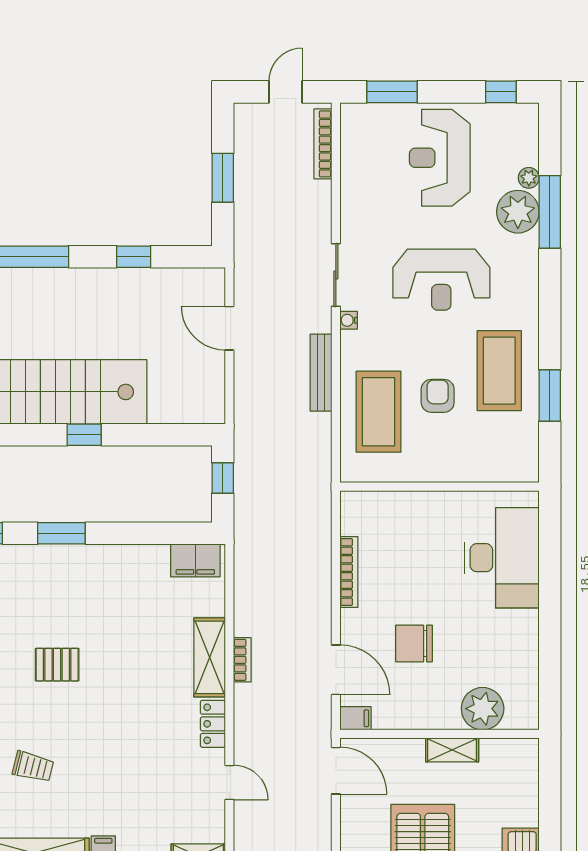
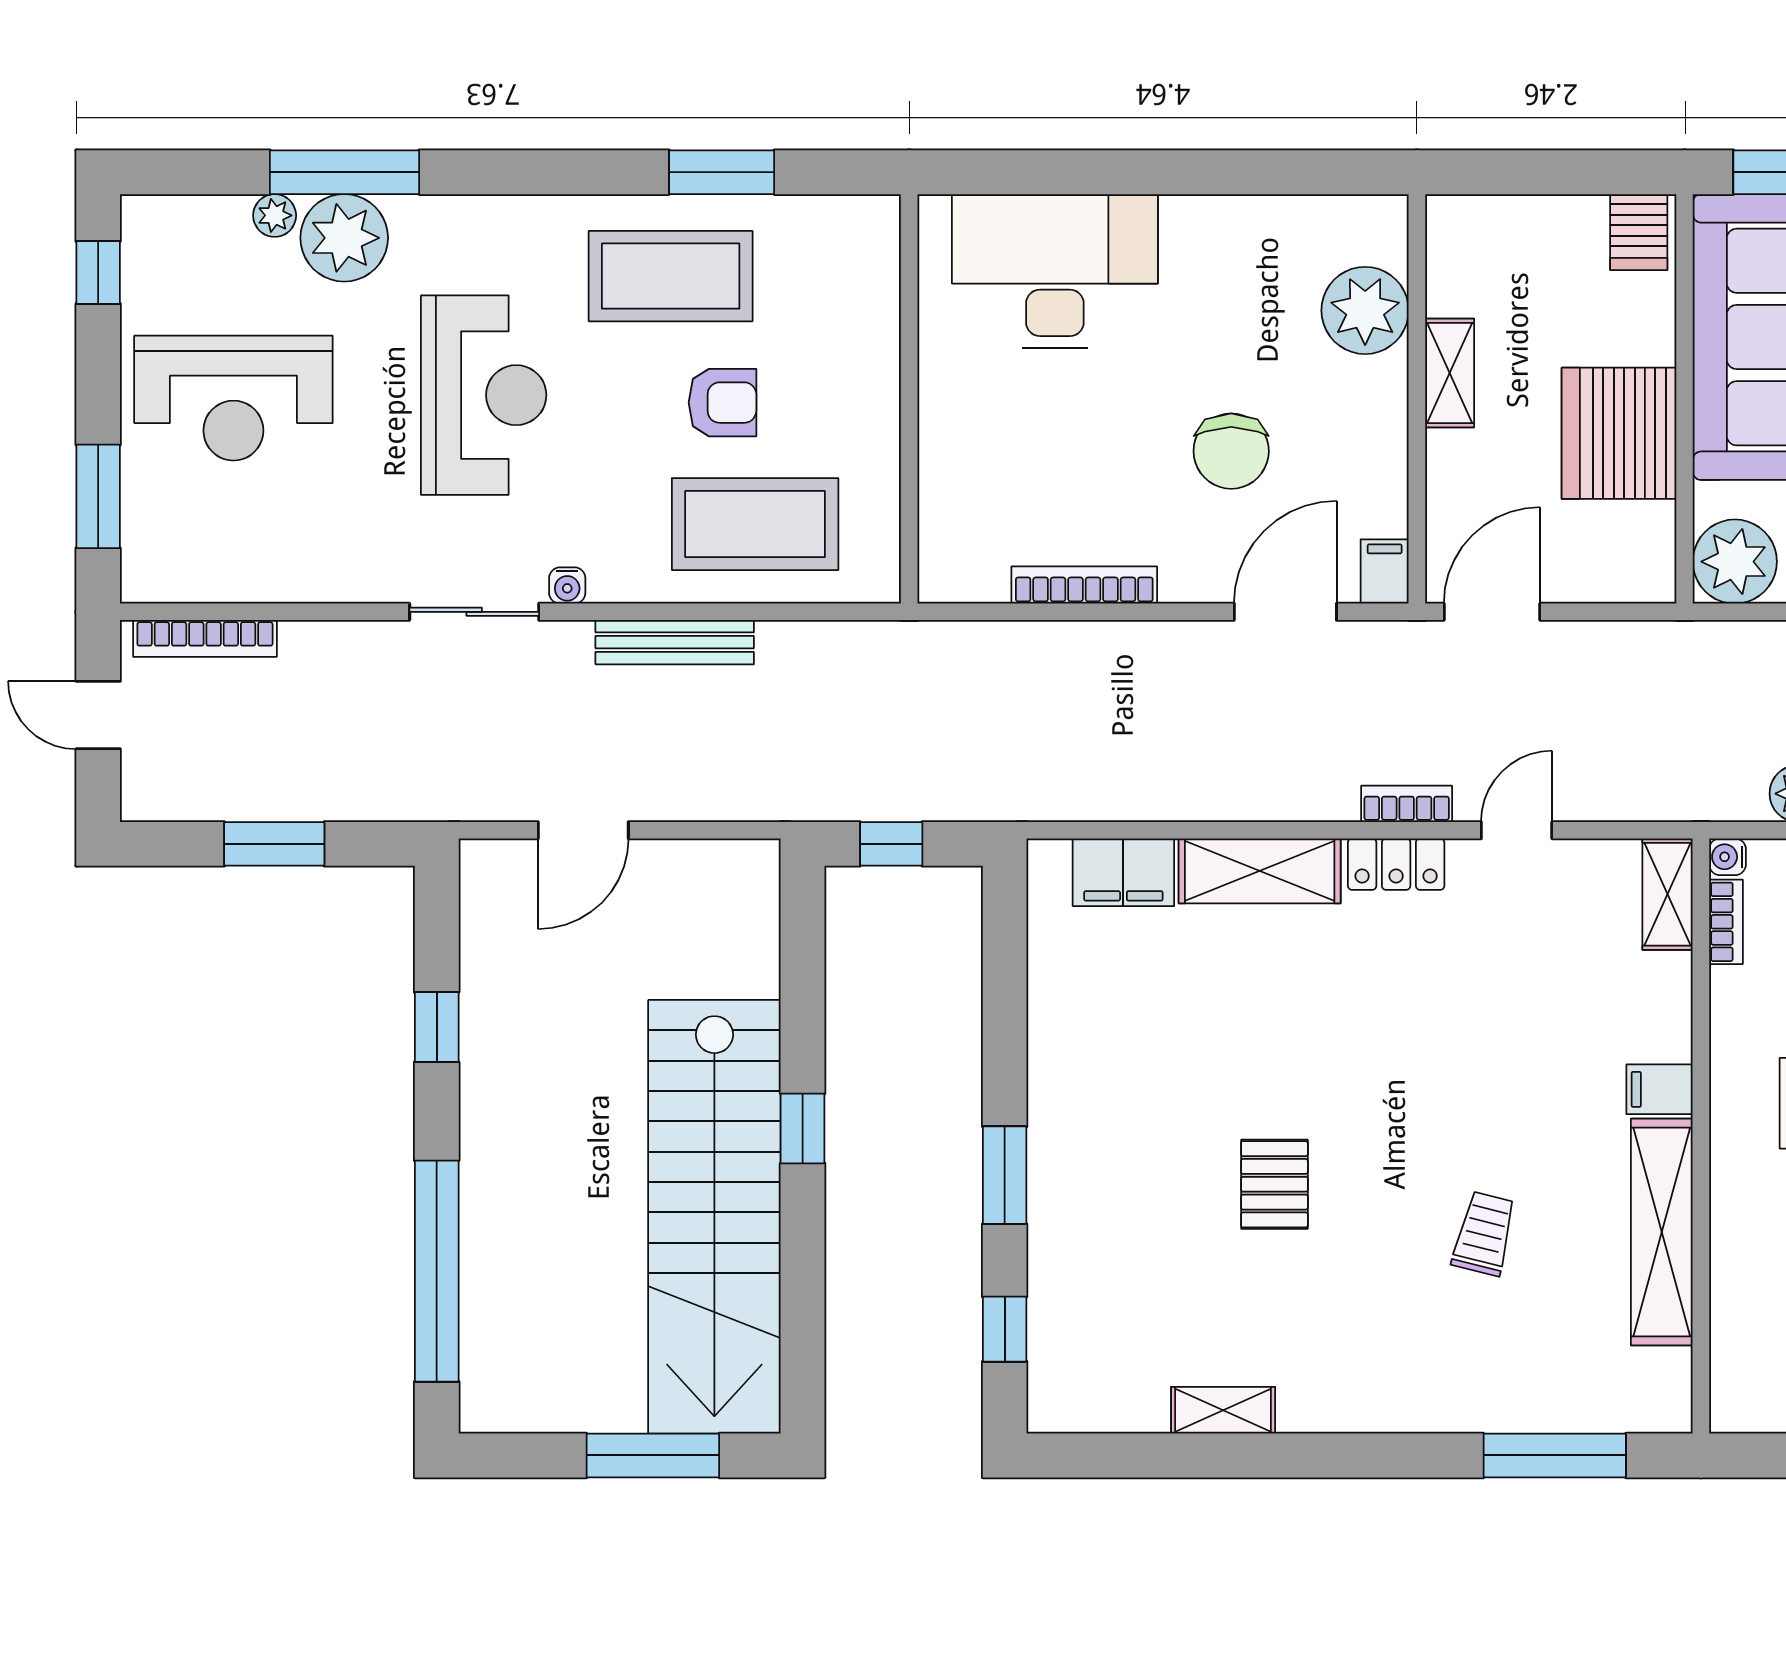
armchair: (438, 396) -> (722, 403), turned 180
filing cabinet: (195, 560) -> (1123, 872), moved, turned 90
bookcase: (242, 660) -> (1407, 804), moved

